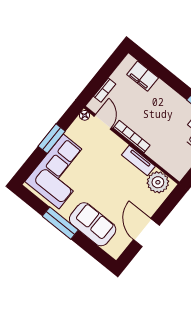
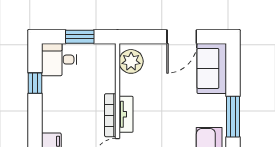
tv unit: (138, 161) -> (126, 114), moved
sofa: (93, 224) -> (212, 68), moved

